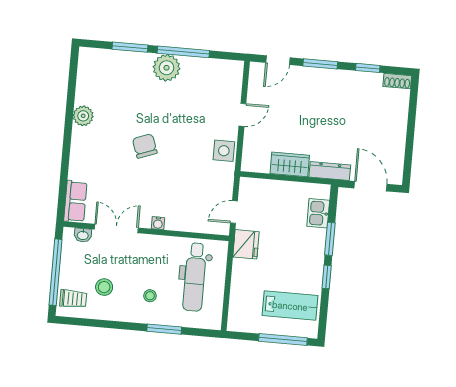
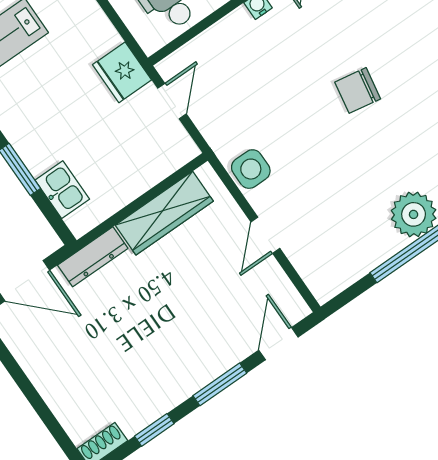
chair: (145, 146) -> (358, 90), turned 120
wardrobe: (290, 164) -> (164, 213), width x1.50

